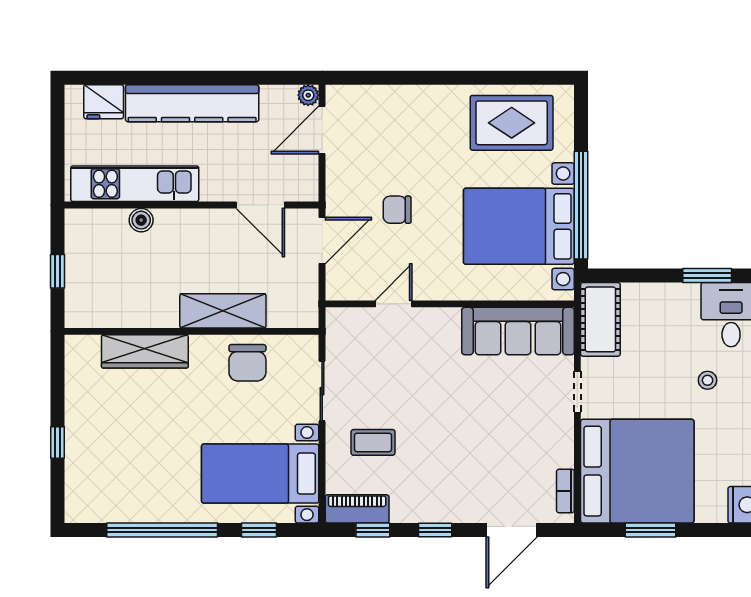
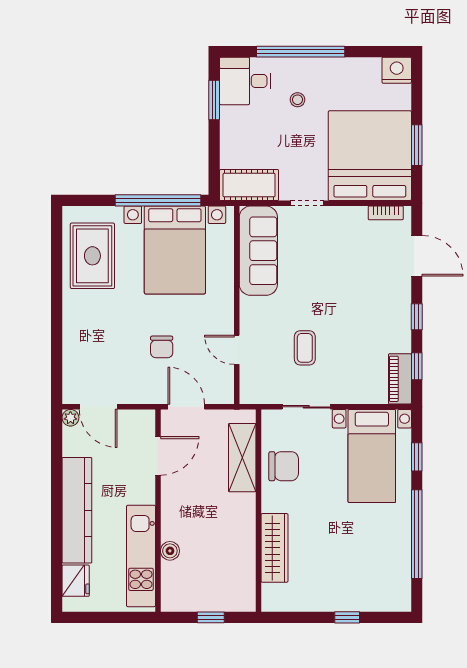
shelving: (223, 311) -> (242, 458), moved
coffee table: (373, 442) -> (305, 348), moved

